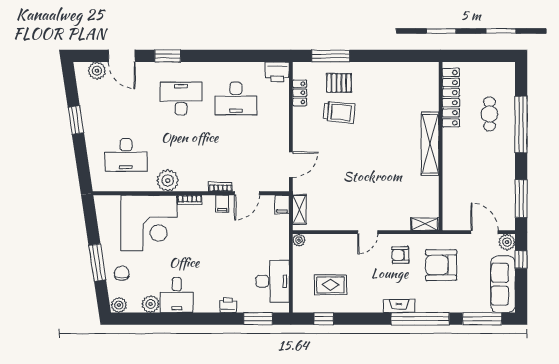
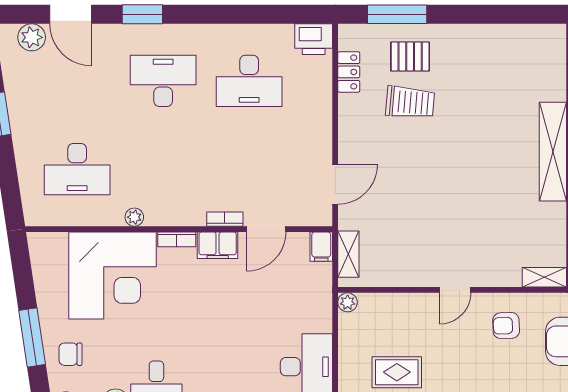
plant: (168, 181) -> (134, 217), width x0.53, depth x0.53
filing cabinet: (222, 204) -> (218, 245), width x2.00
chair: (122, 273) -> (70, 354), turned -90

